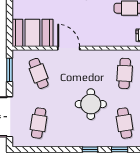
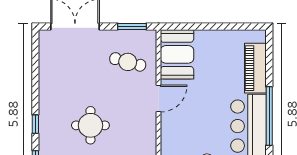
cafe table: (39, 73) -> (128, 62), turned 36
cafe table: (39, 123) -> (67, 62), removed

